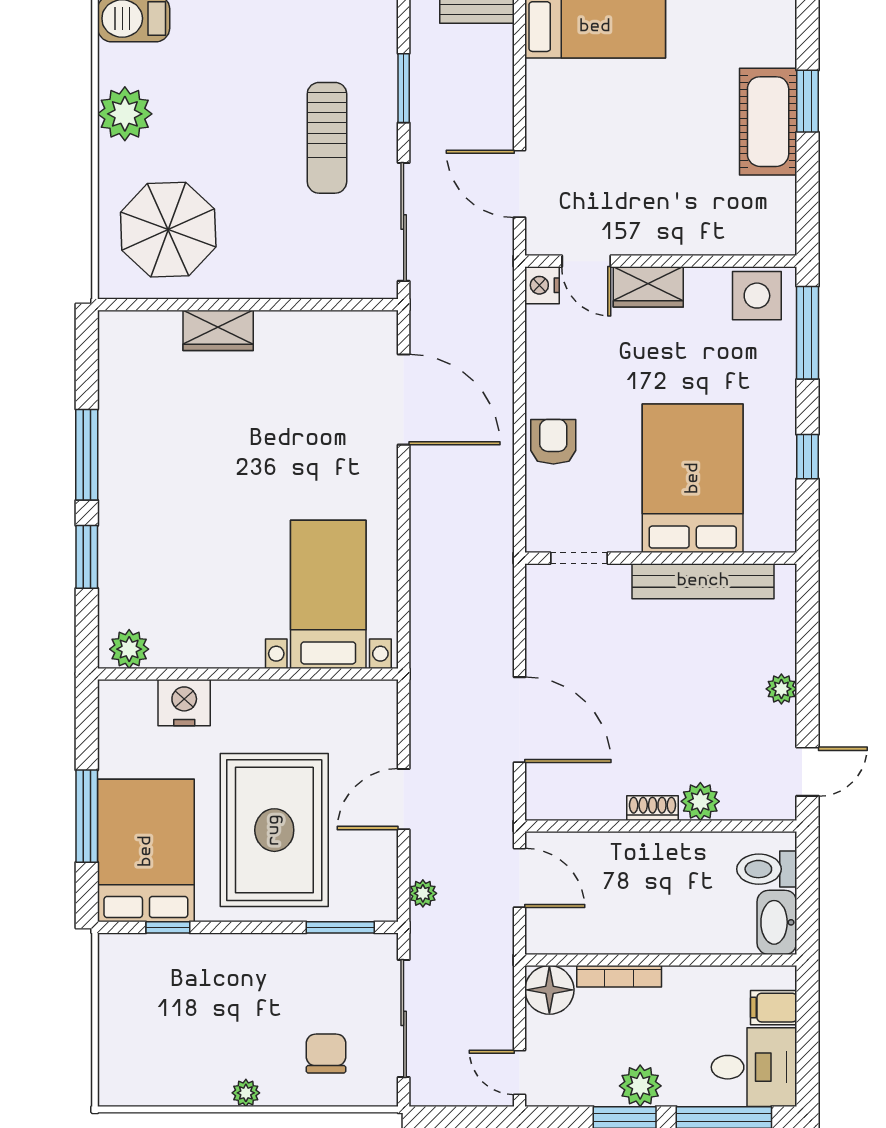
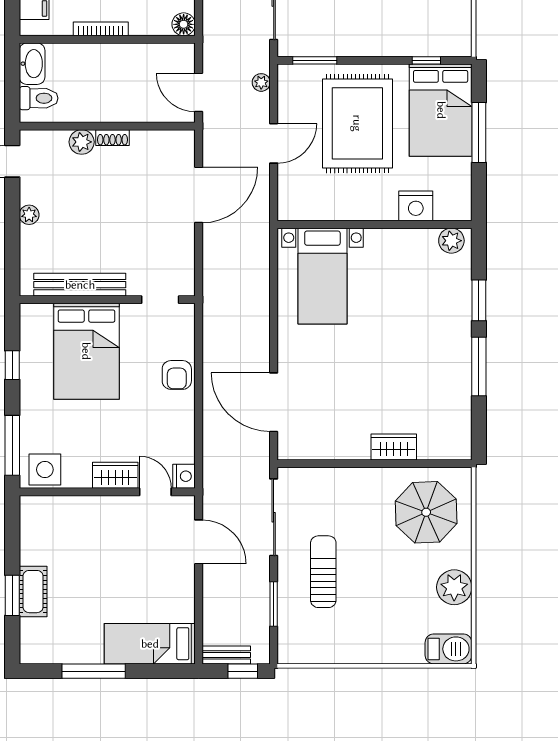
cot: (768, 122) -> (33, 592), width x0.73, depth x0.75
door: (520, 720) -> (199, 195), swing flipped
bookcase: (619, 976) -> (101, 29), moved
floor lamp: (549, 990) -> (184, 24), width x0.73, depth x0.73

